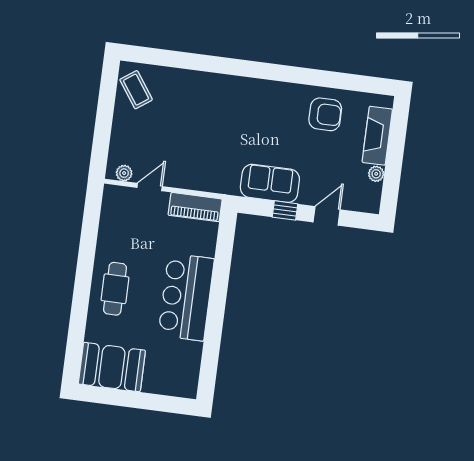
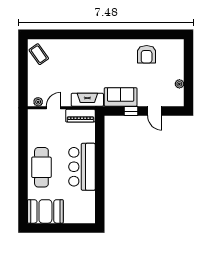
armchair: (325, 114) -> (147, 54), turned 90
fireplace: (377, 136) -> (87, 100), moved, turned 90
door: (327, 216) -> (155, 111), swing flipped
cafe table: (115, 289) -> (41, 167), width x1.37, depth x1.35

